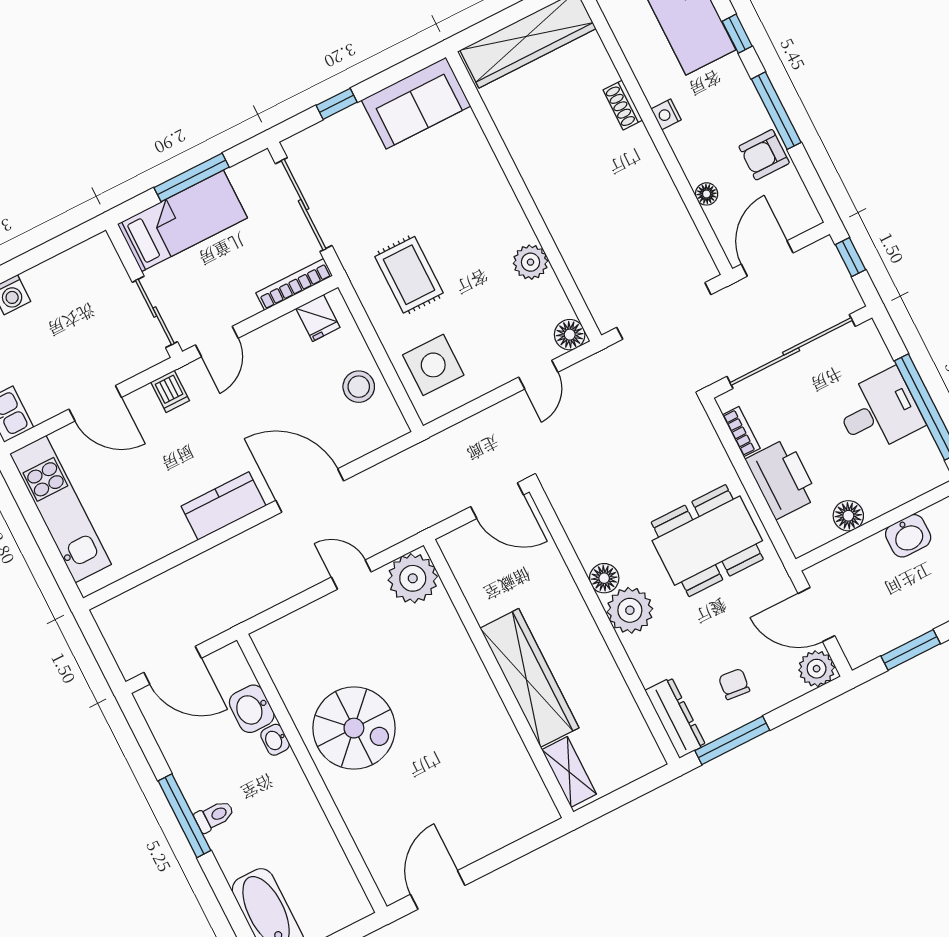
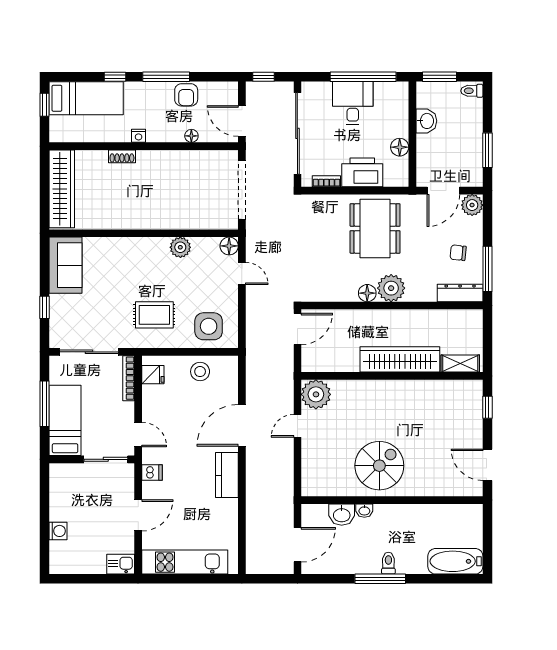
window: (524, 846) -> (487, 407), added

